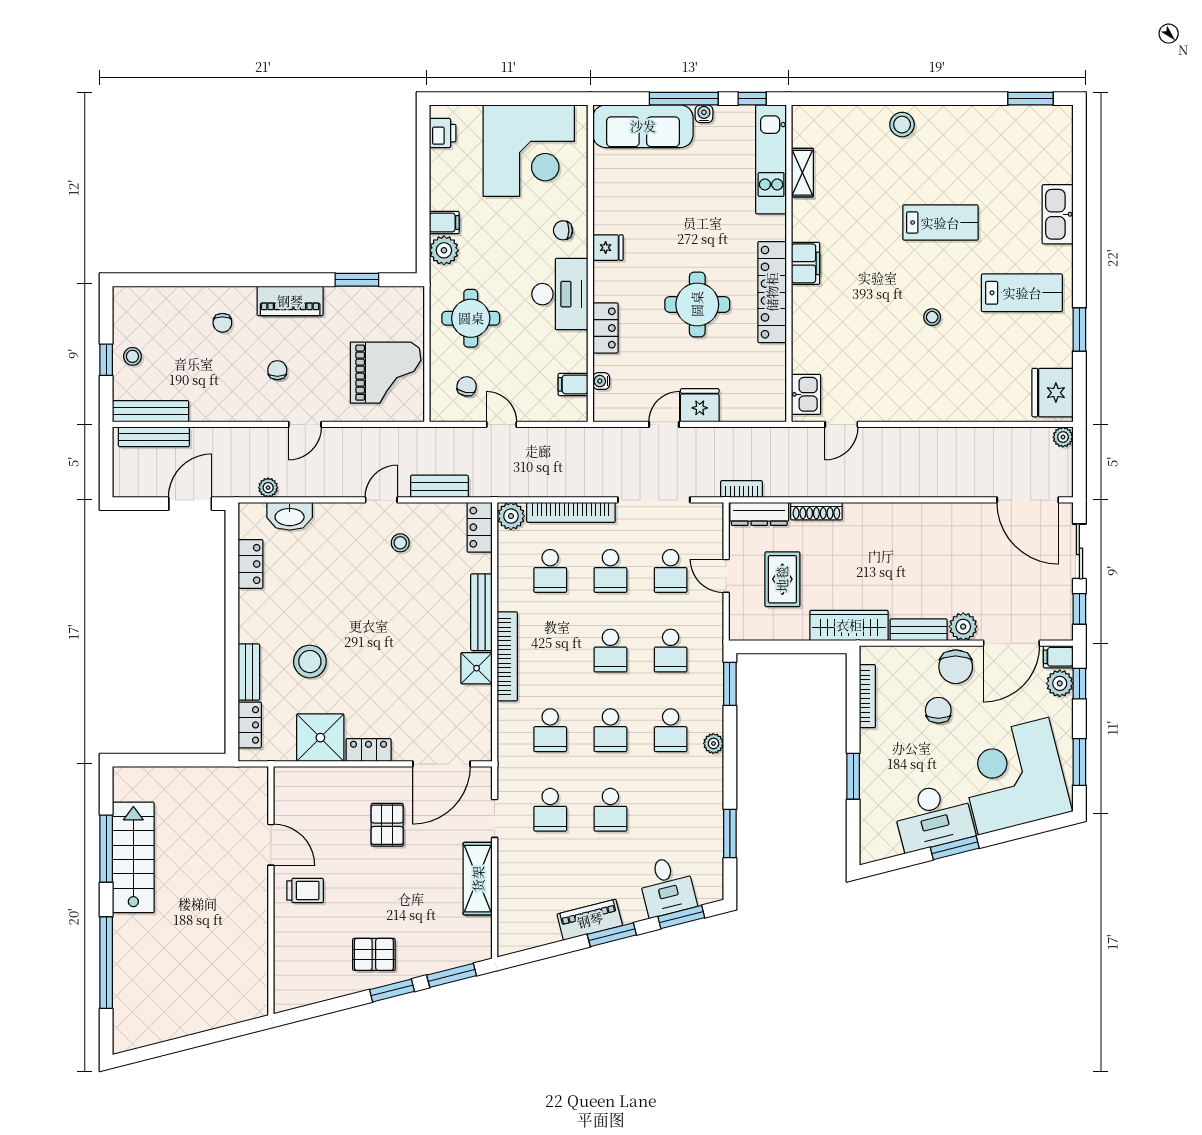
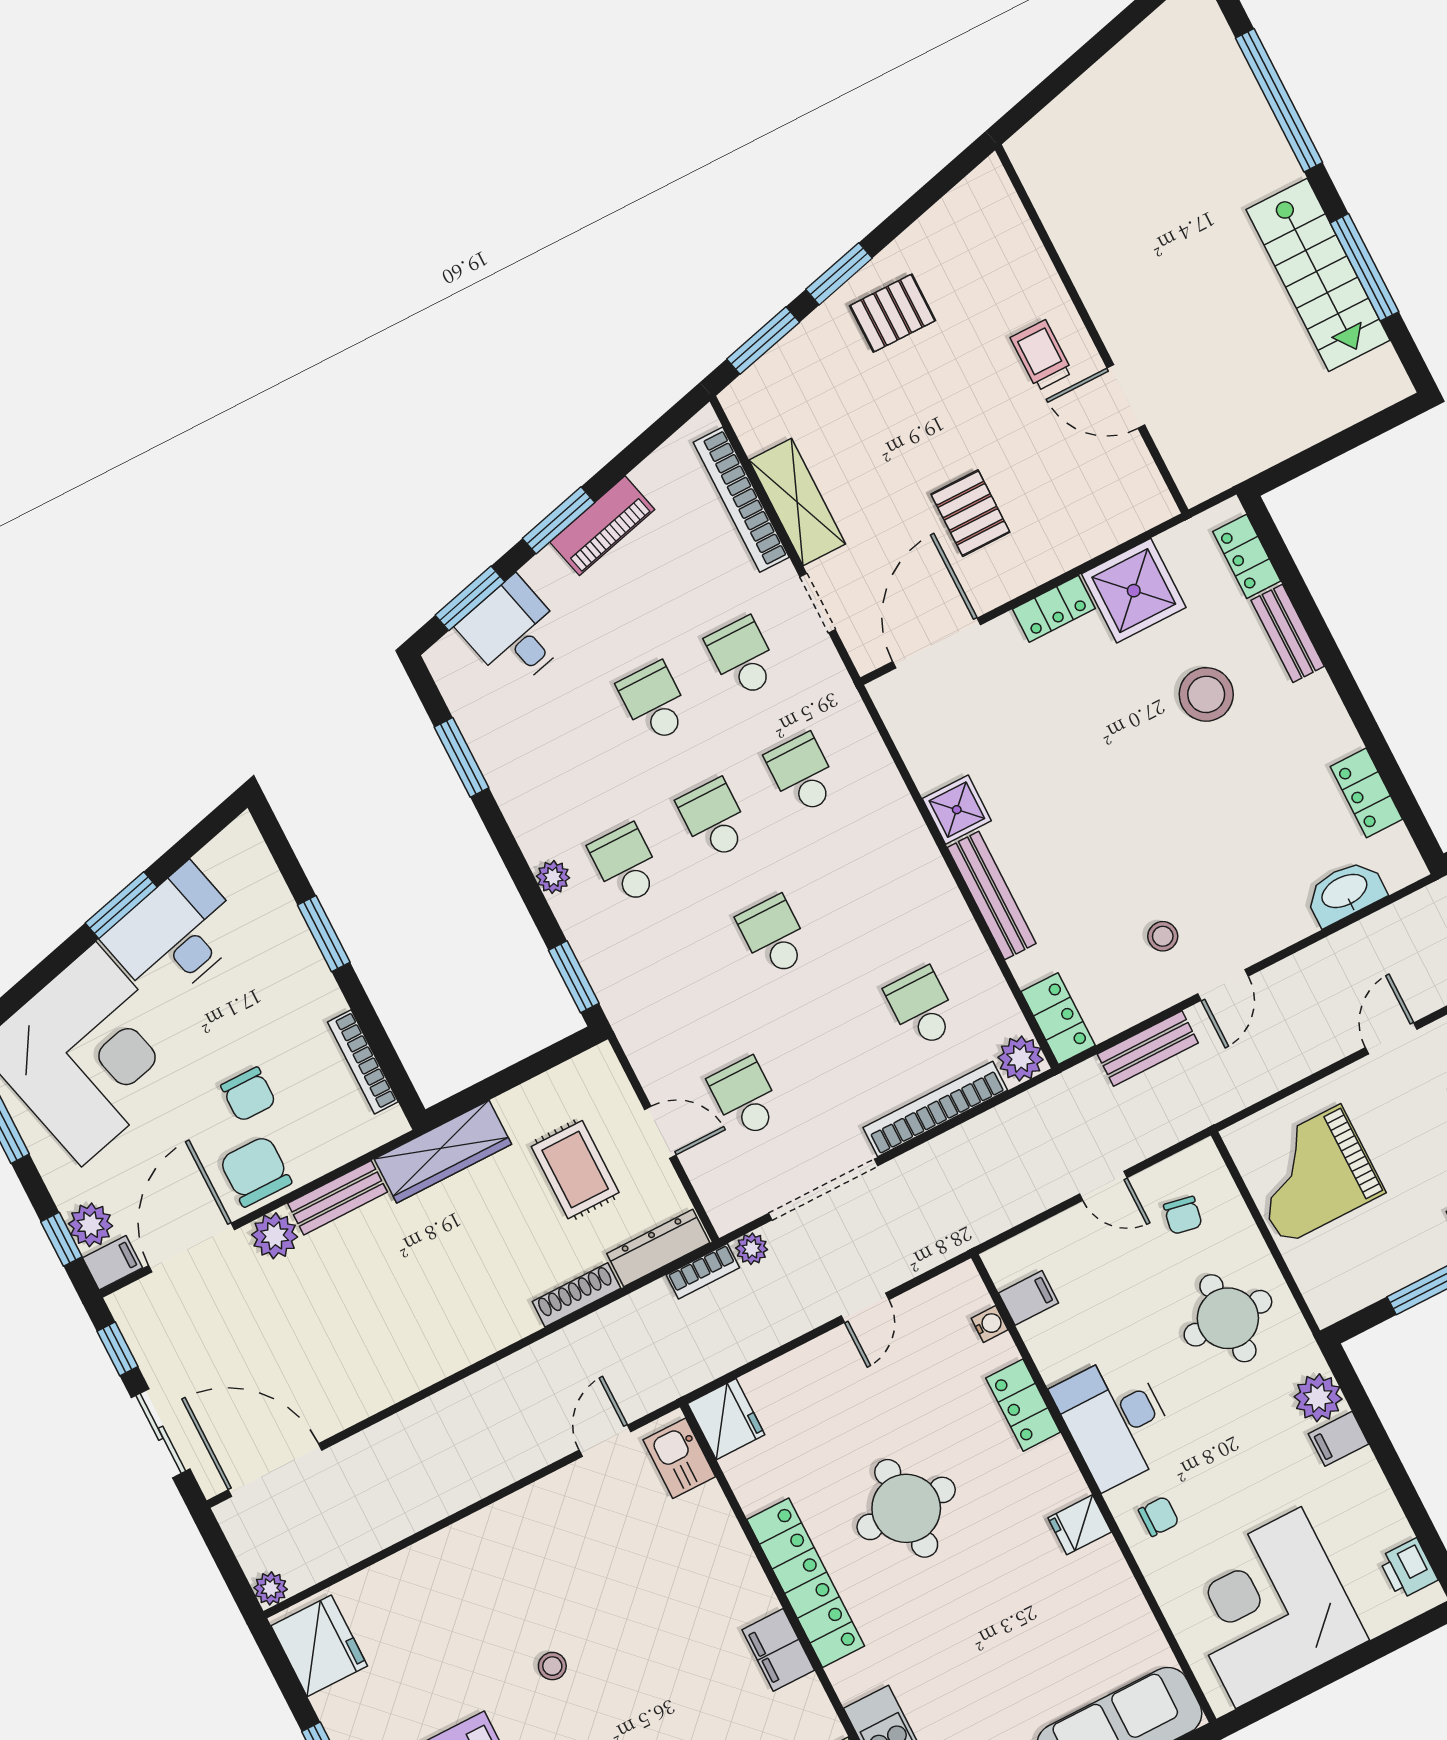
fridge: (700, 405) -> (726, 1419), moved, turned -90
plant: (268, 488) -> (752, 1249), moved
school desk: (610, 571) -> (834, 1053), removed
school desk: (671, 651) -> (686, 981), removed
bookcase: (507, 656) -> (741, 500), moved
trolley: (305, 890) -> (1041, 355), turned 90

